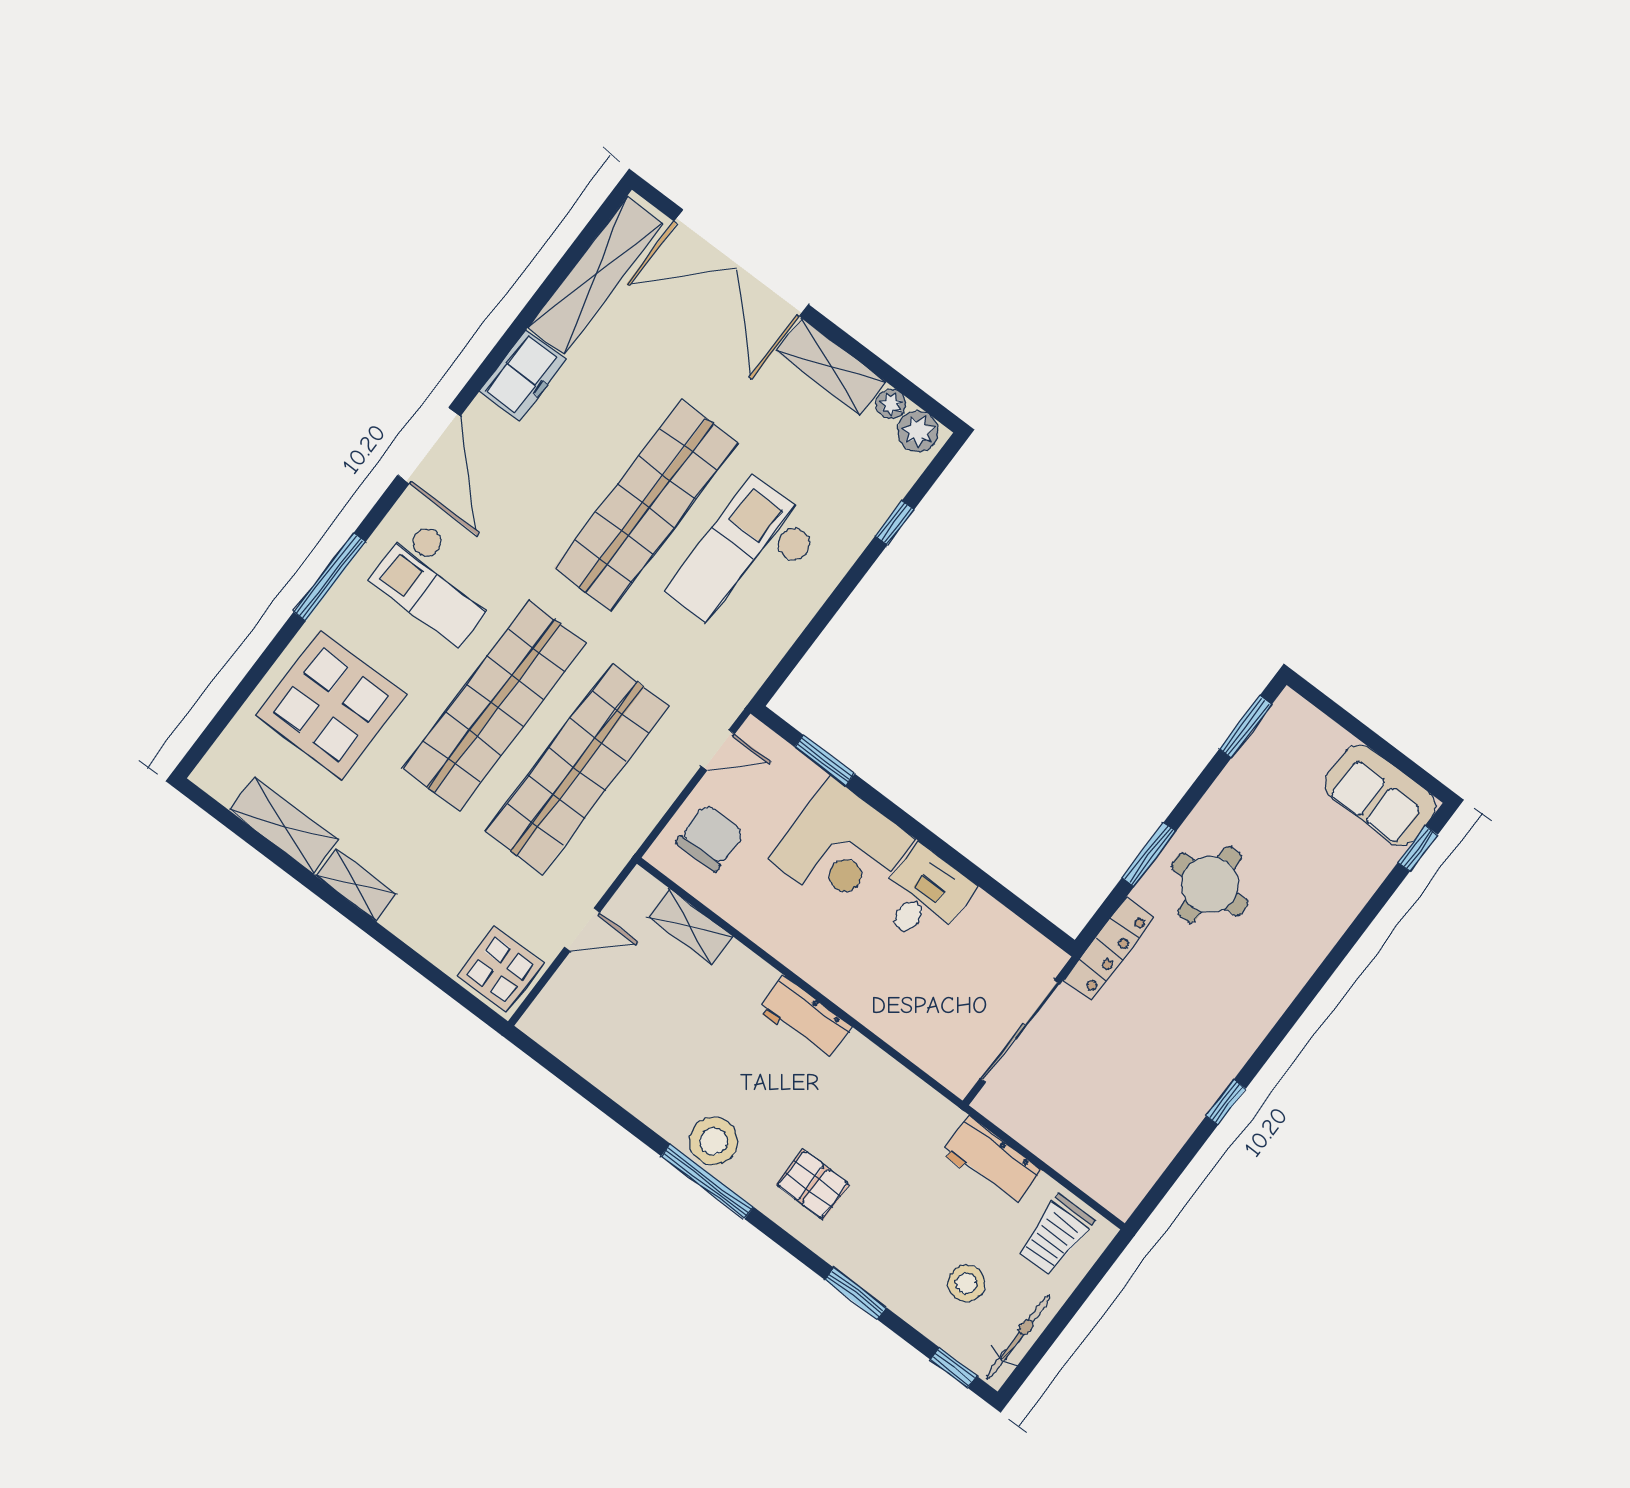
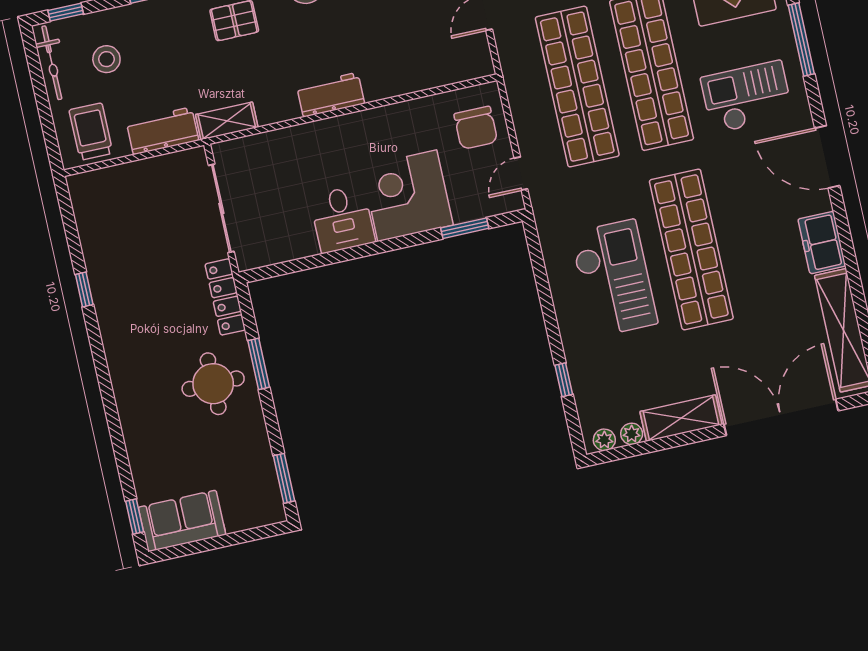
plant: (918, 432) -> (604, 440), width x0.73, depth x0.73
shelving: (690, 927) -> (227, 121), moved

